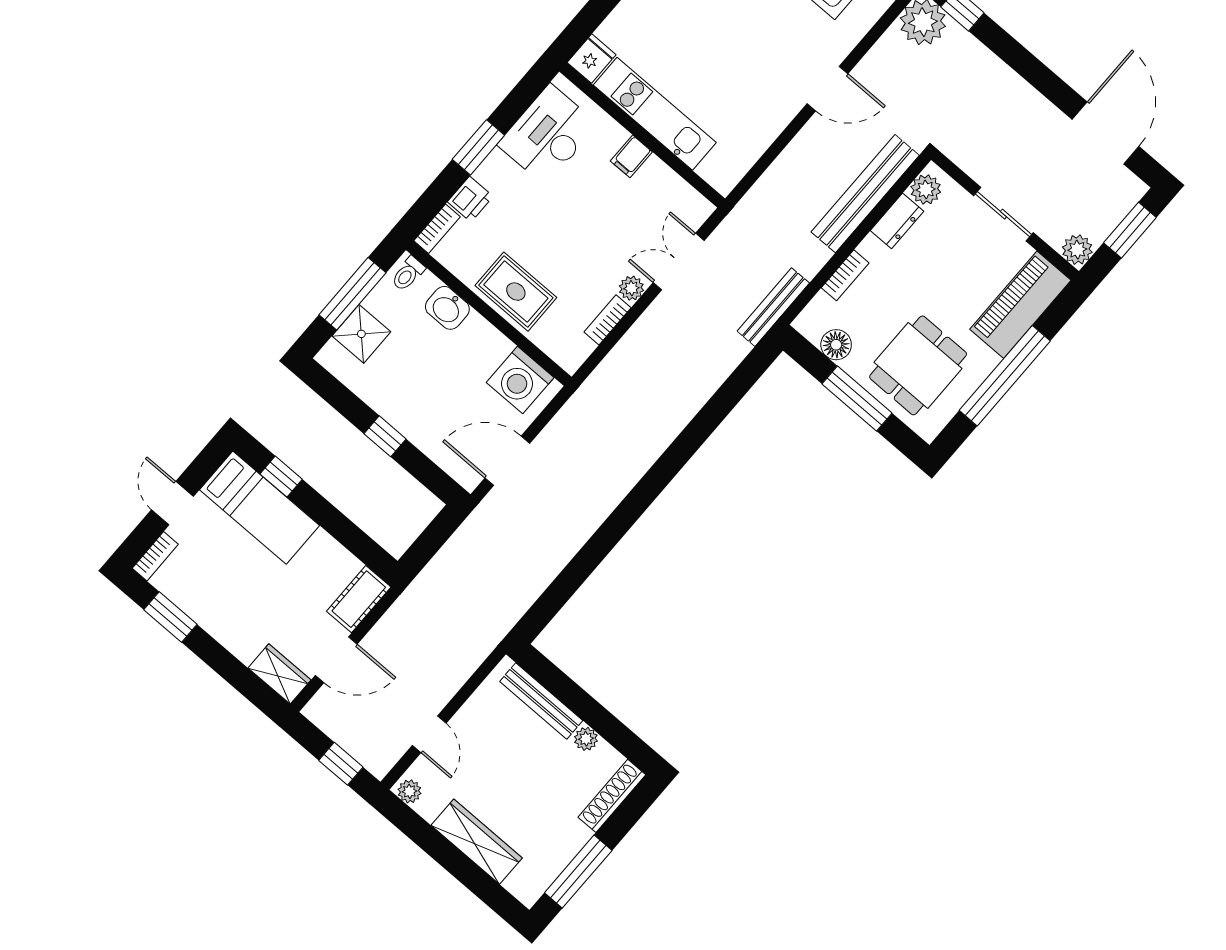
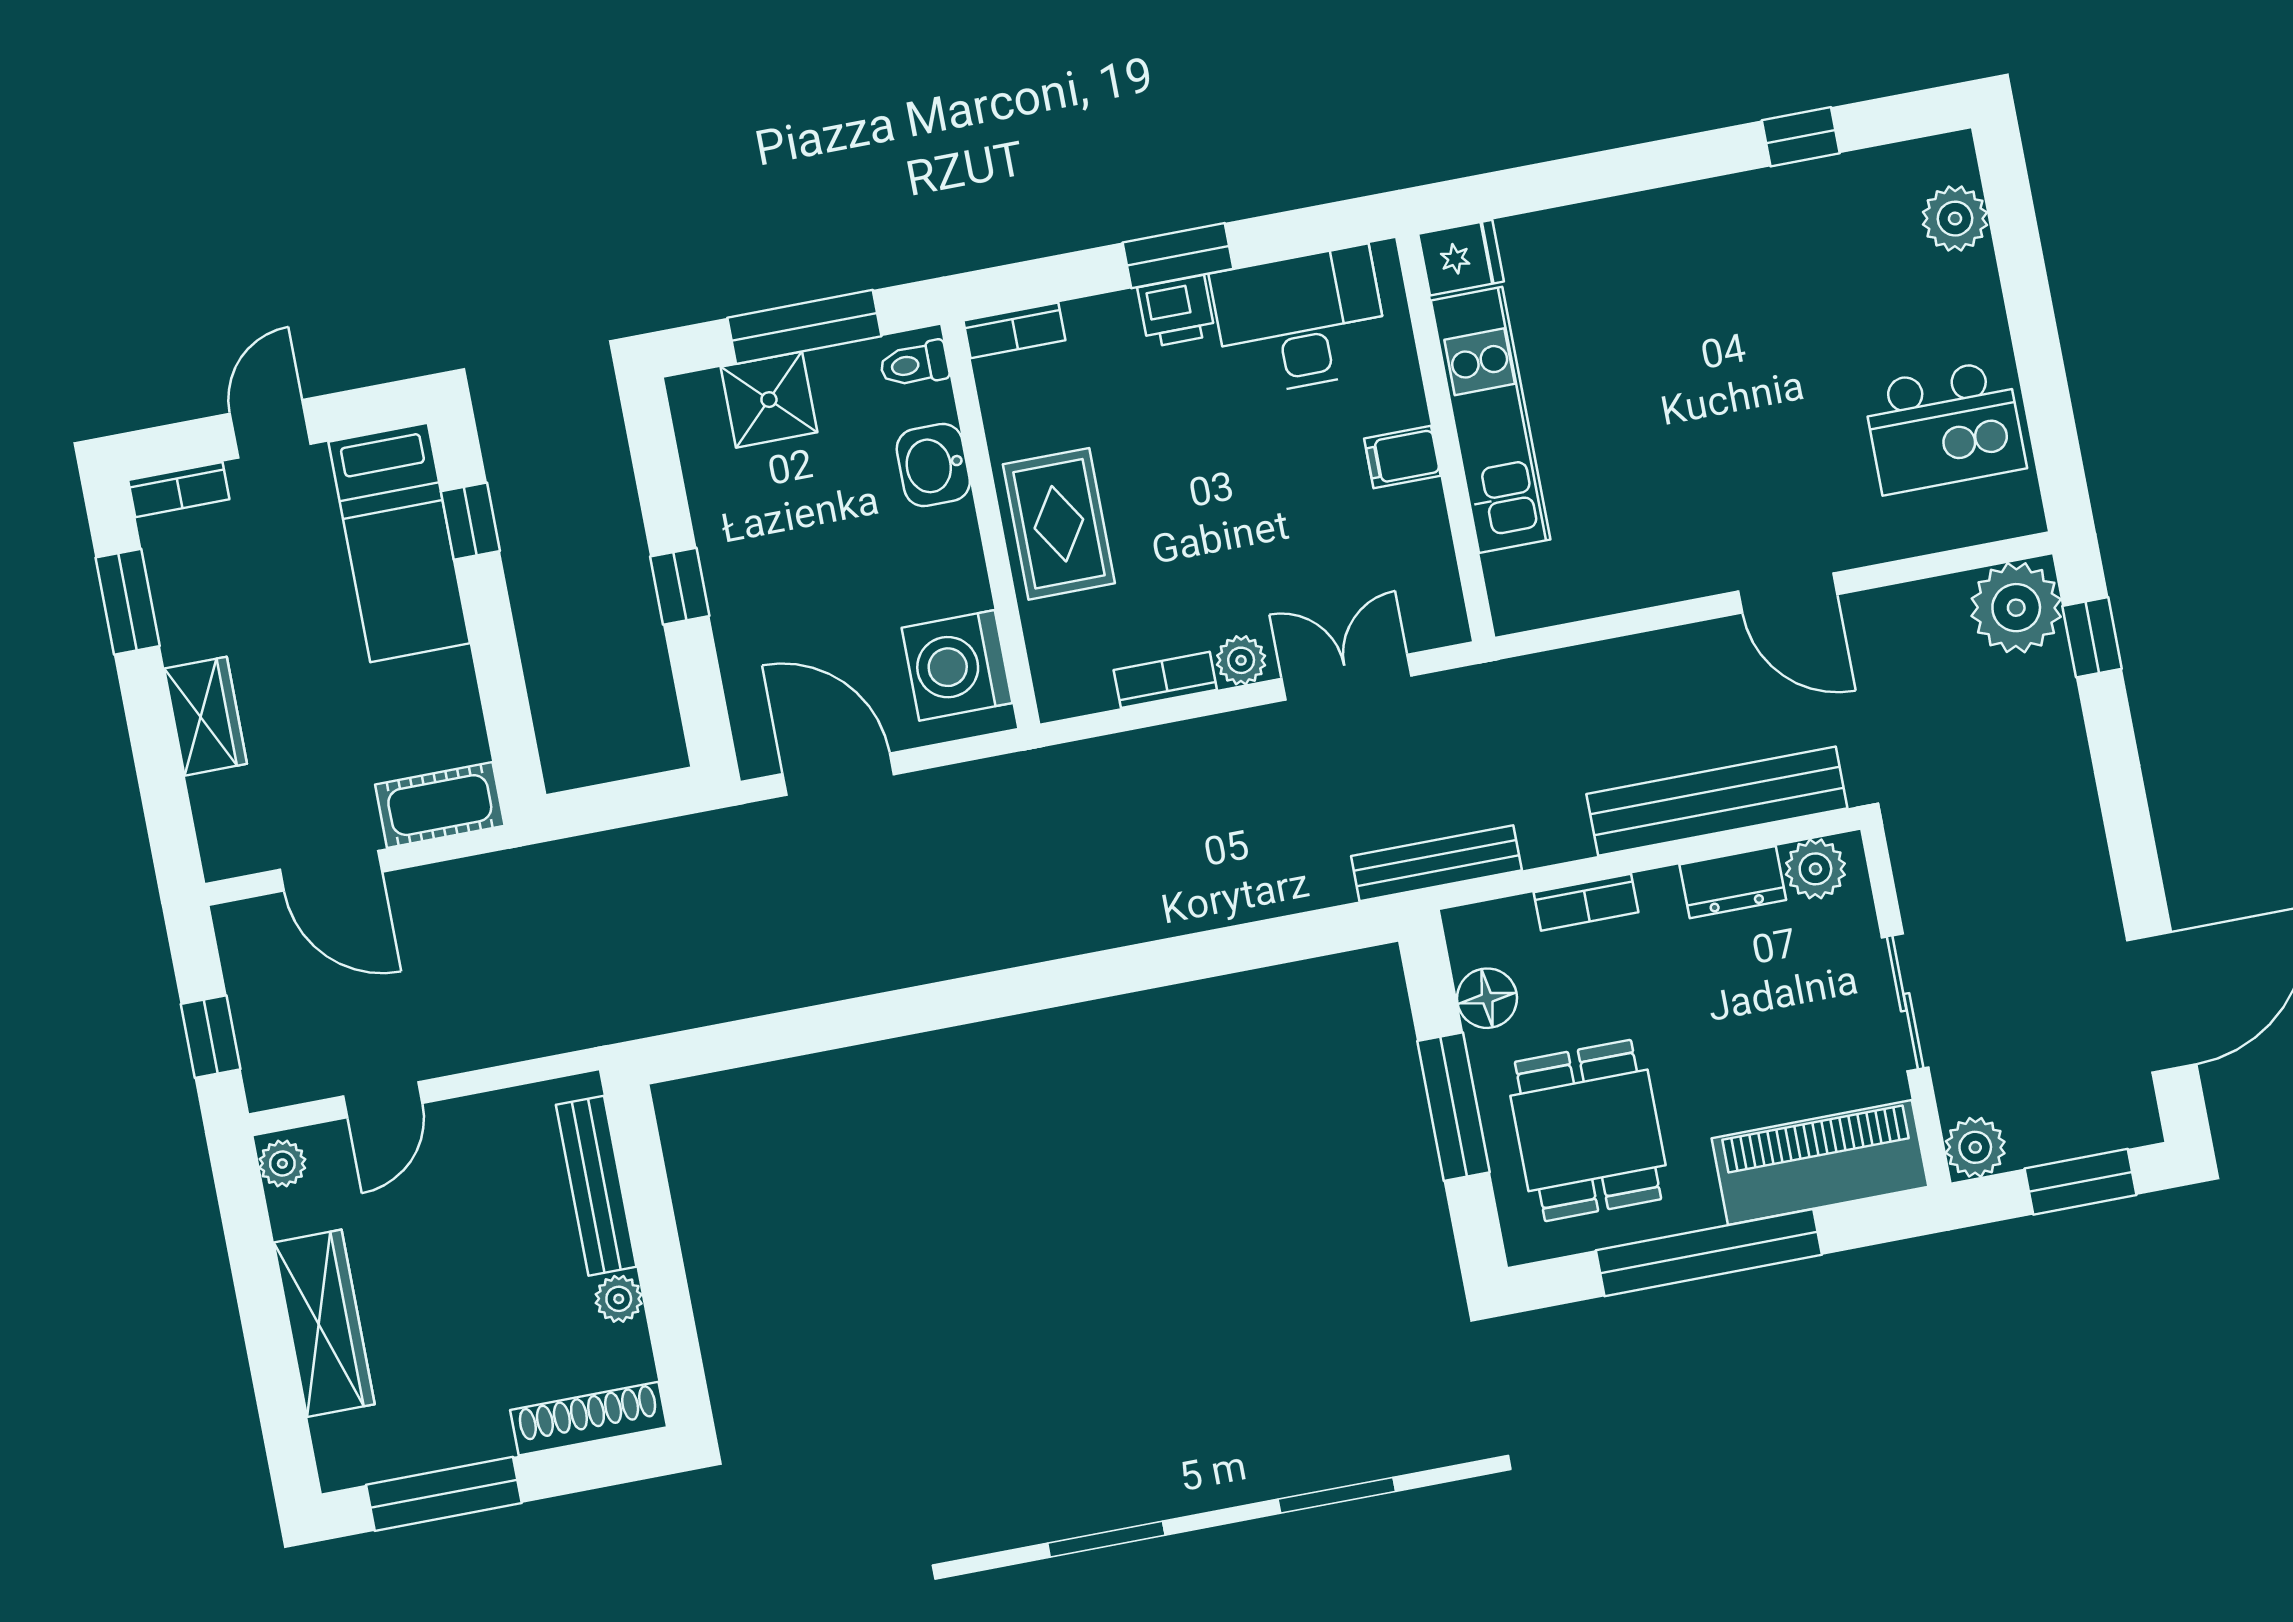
printer: (470, 199) -> (1176, 311), moved
dining table: (918, 365) -> (1588, 1130), turned 90
wardrobe: (279, 674) -> (206, 716), moved

